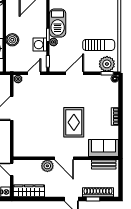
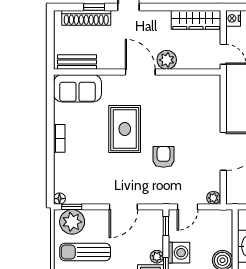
armchair: (49, 105) -> (163, 157), added

